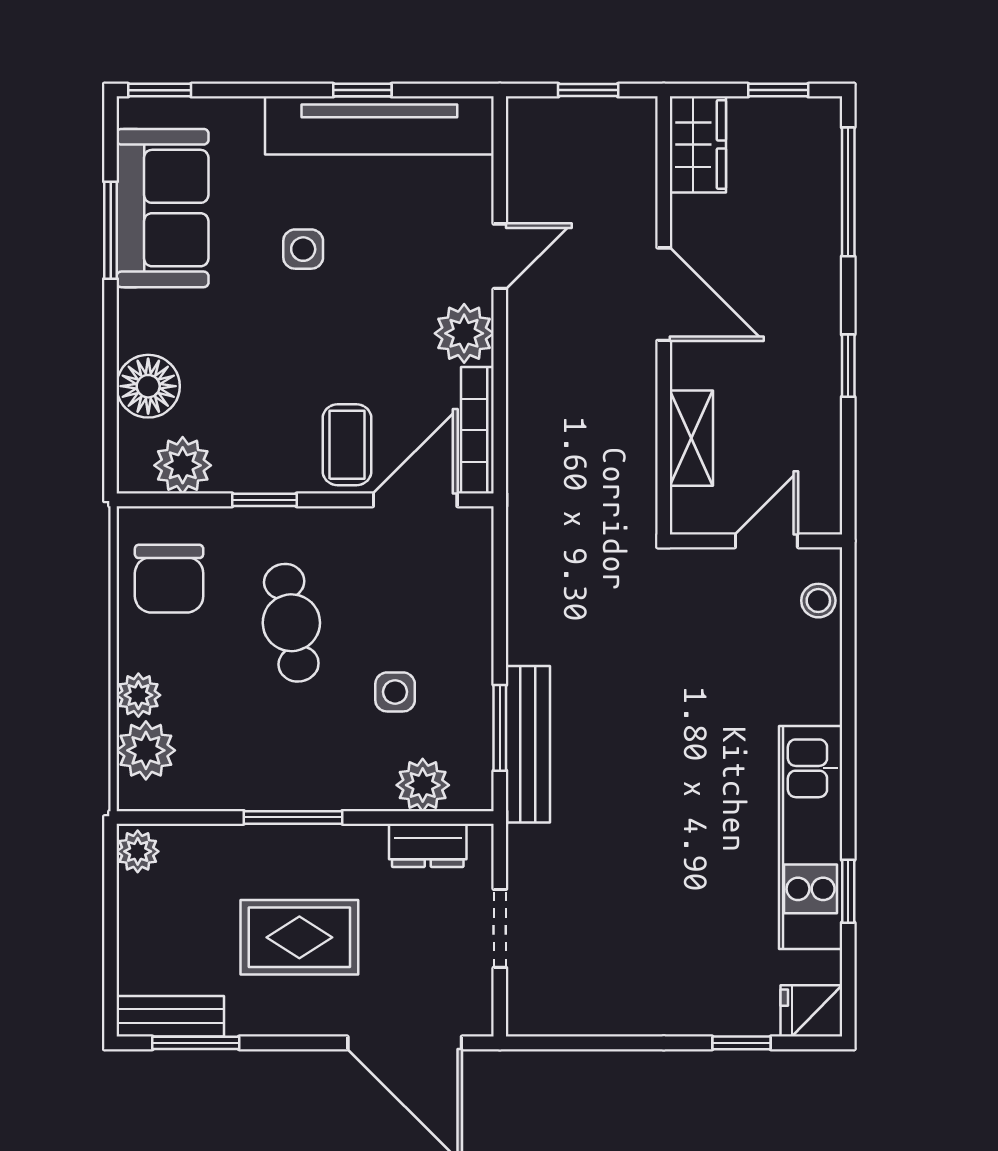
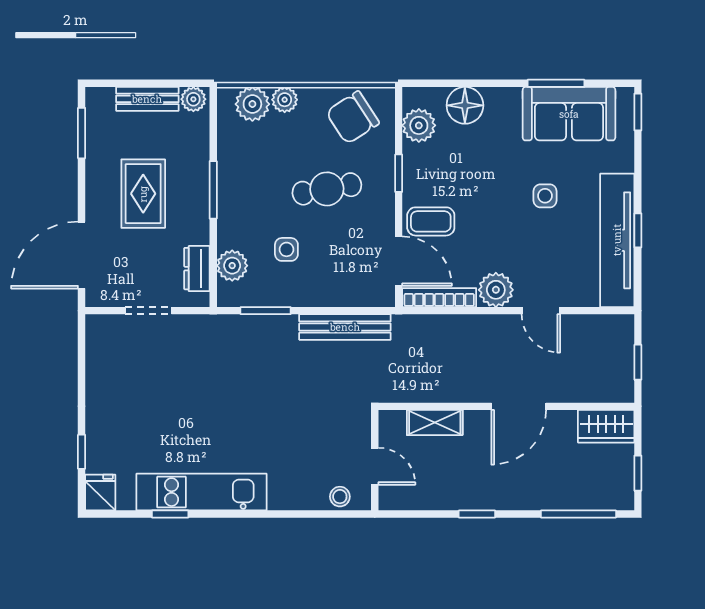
chair: (169, 579) -> (353, 118), turned -33
bench: (528, 744) -> (345, 327), moved
bench: (170, 1016) -> (147, 99), moved, turned 90

